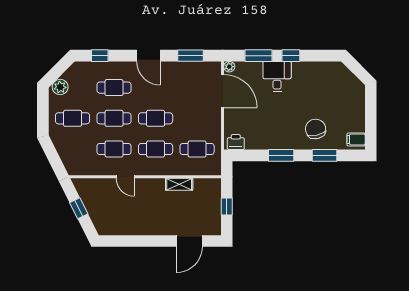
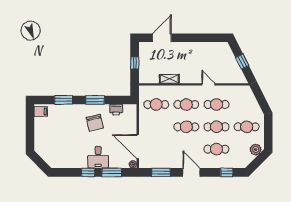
chair: (316, 129) -> (95, 123), moved
printer: (236, 142) -> (116, 110), moved

